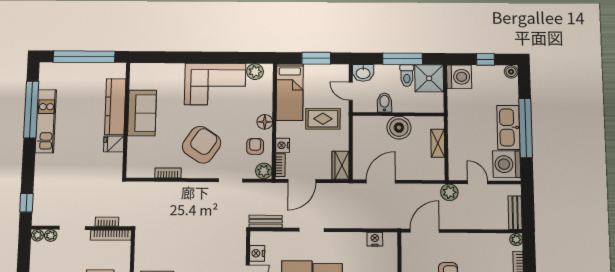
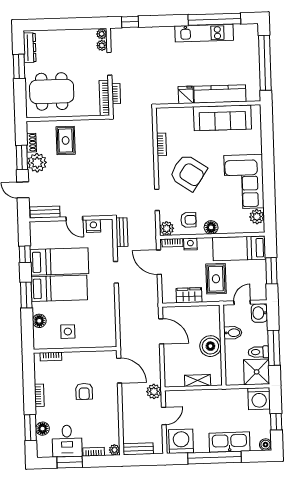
sofa: (142, 113) -> (222, 118), width x1.36
kitchen sink: (508, 127) -> (229, 442), moved
wardrobe: (341, 165) -> (189, 295), moved
nightstand: (375, 239) -> (110, 327), removed

